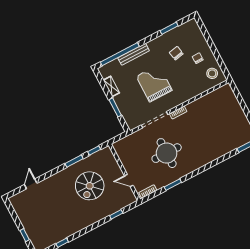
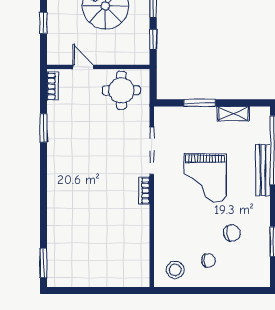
grand piano: (154, 83) -> (205, 178), turned 90
round table: (167, 153) -> (121, 90), moved, width x0.73, depth x0.73
door: (129, 180) -> (83, 67), hinge flipped

